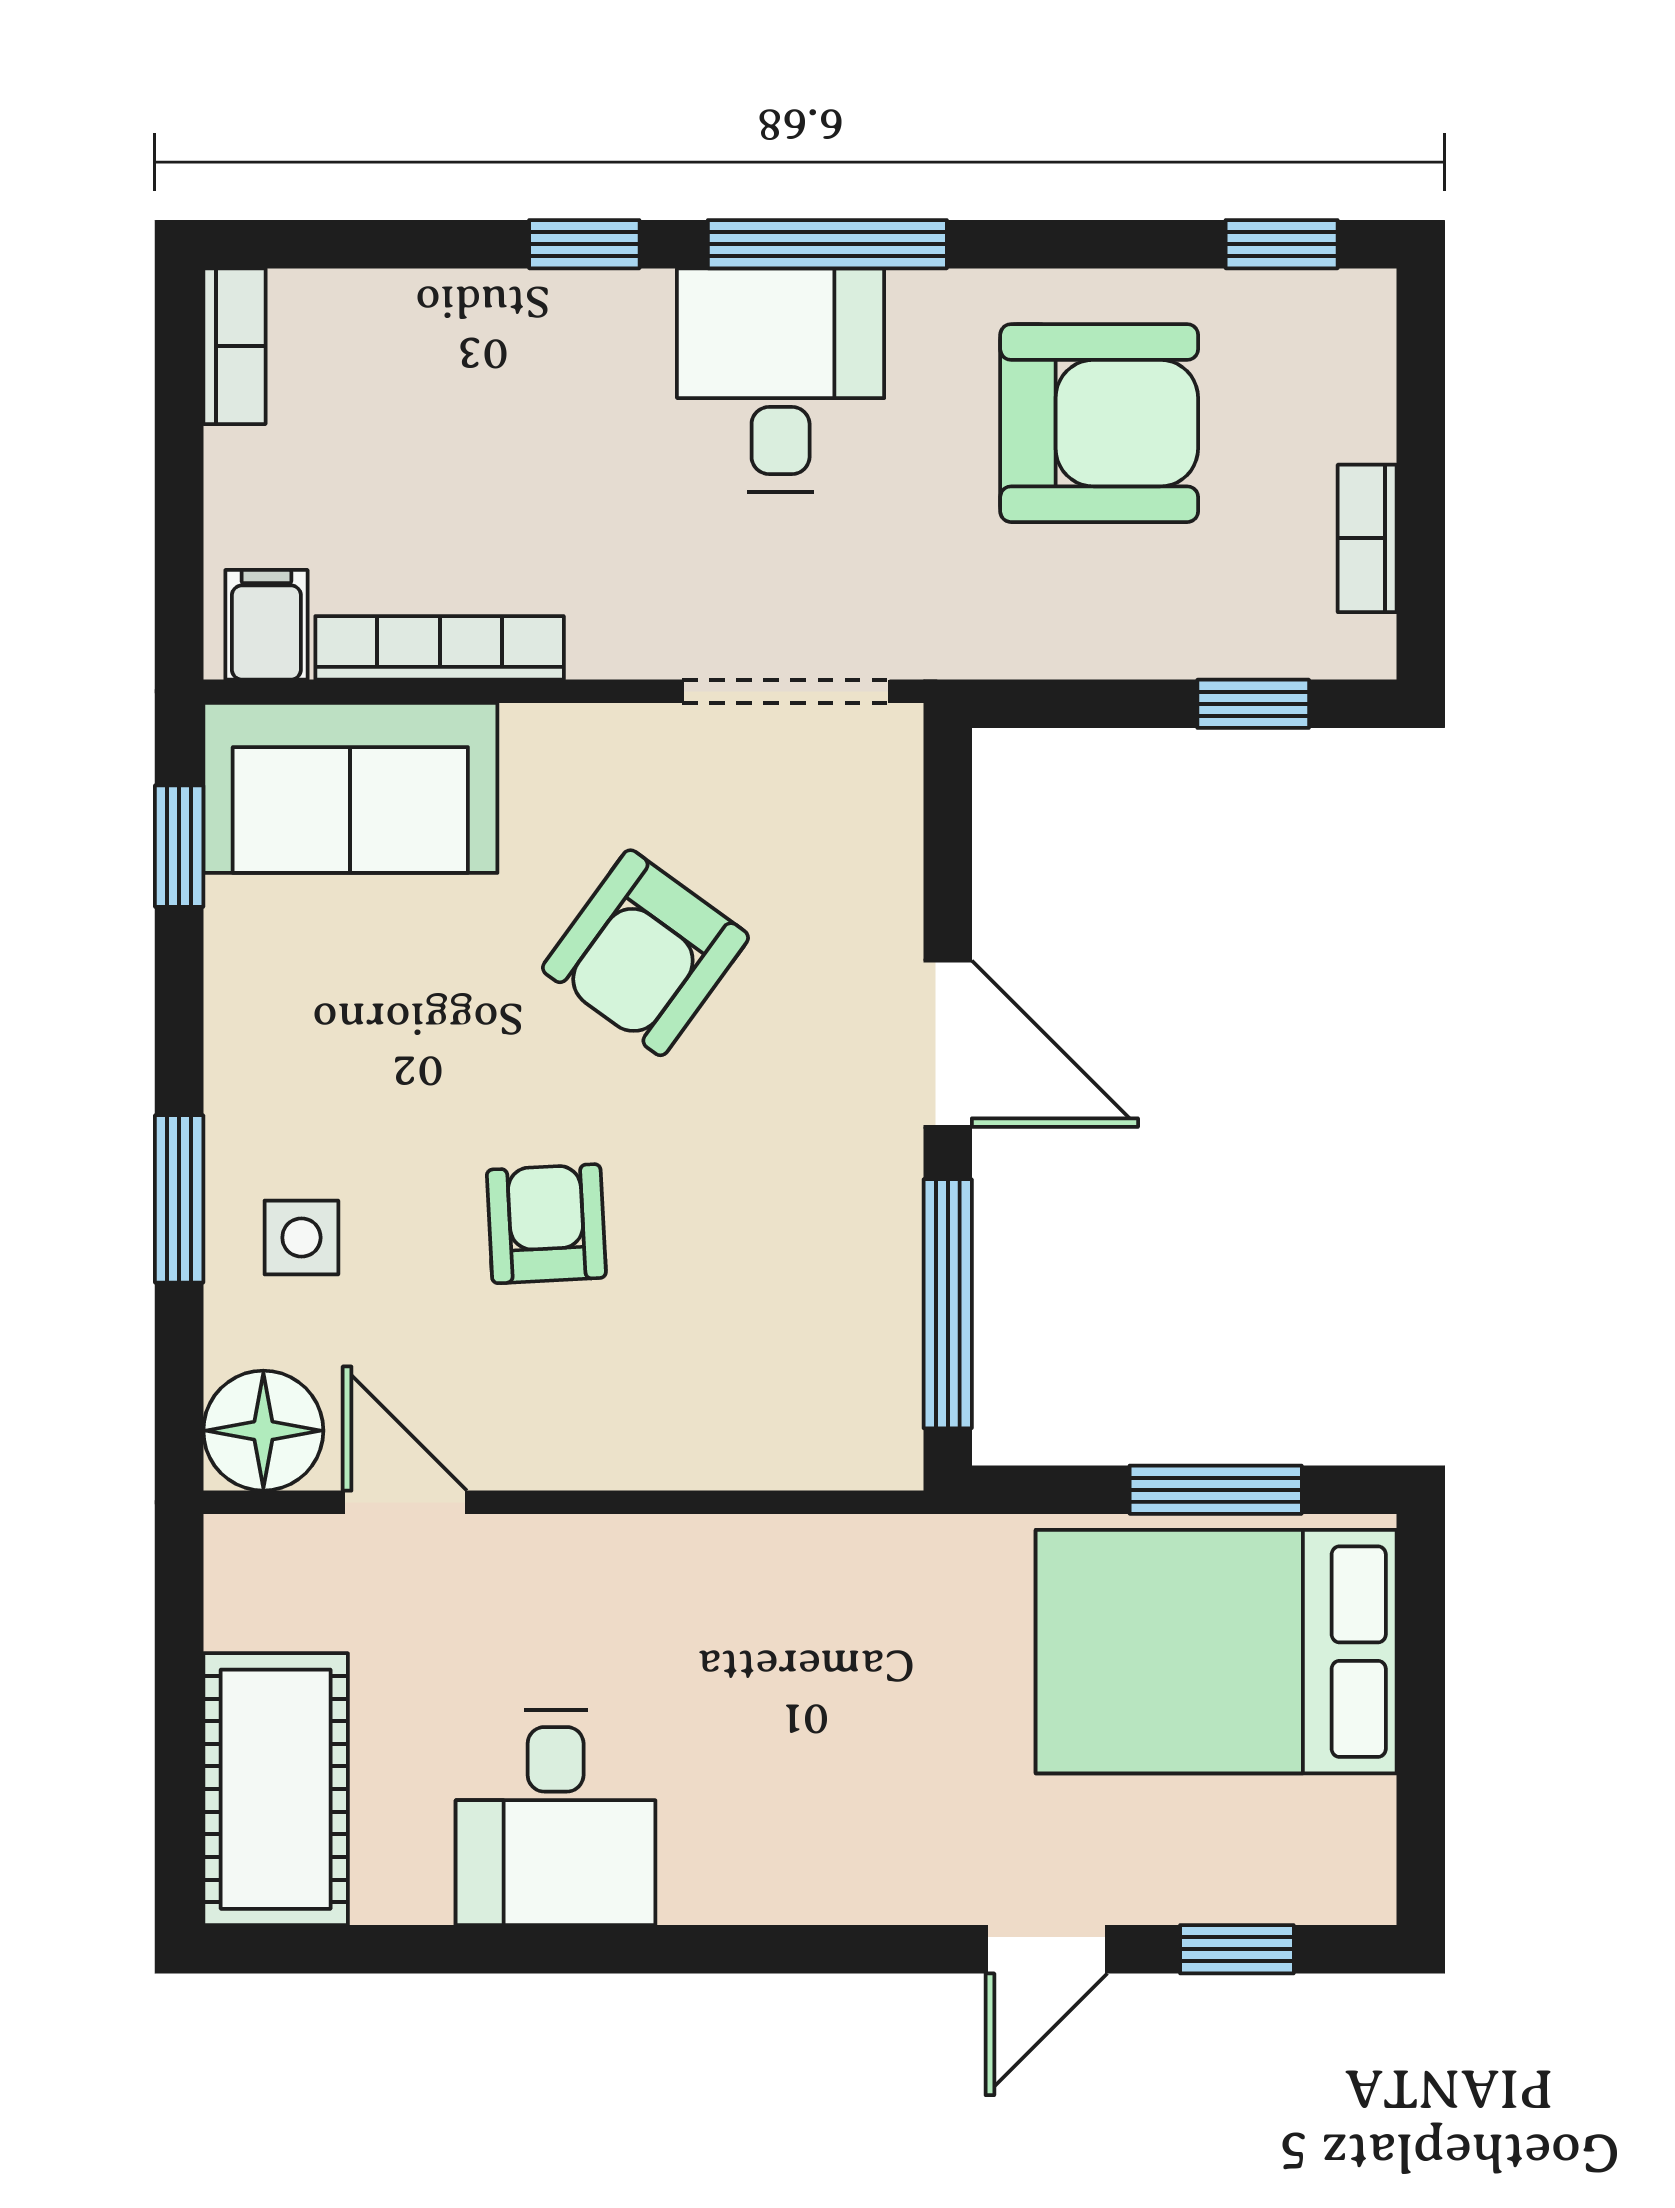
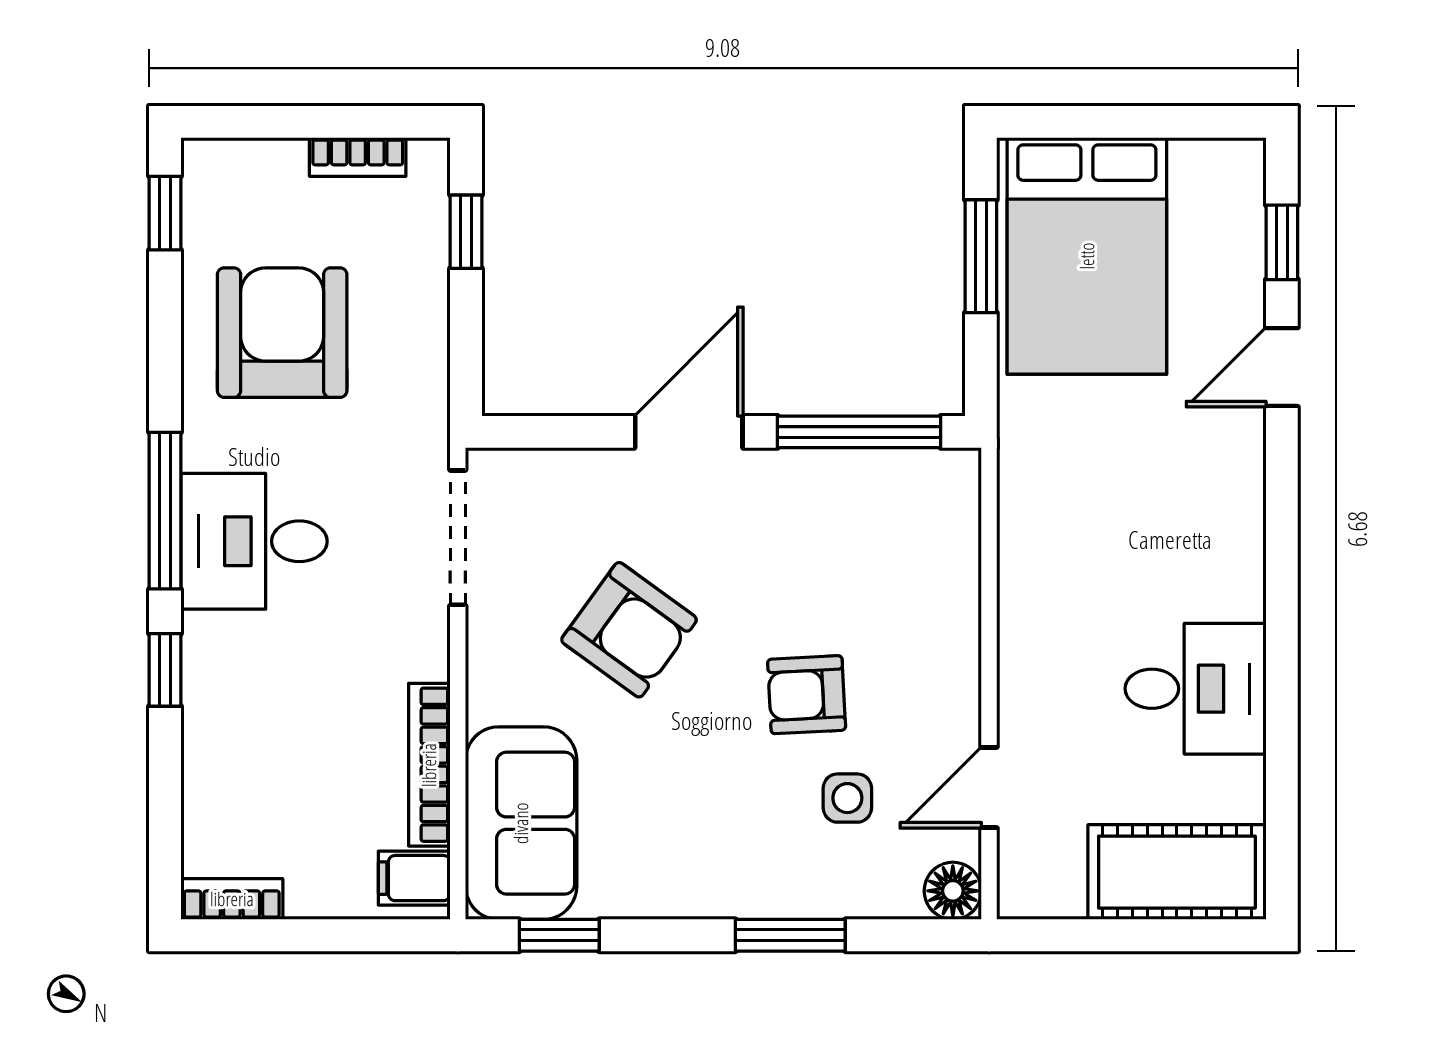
side table: (301, 1238) -> (847, 798), moved
floor lamp: (263, 1431) -> (953, 891), width x0.73, depth x0.73
door: (1046, 1949) -> (1282, 367), swing flipped

